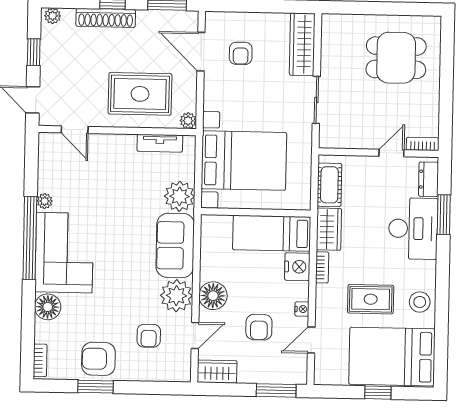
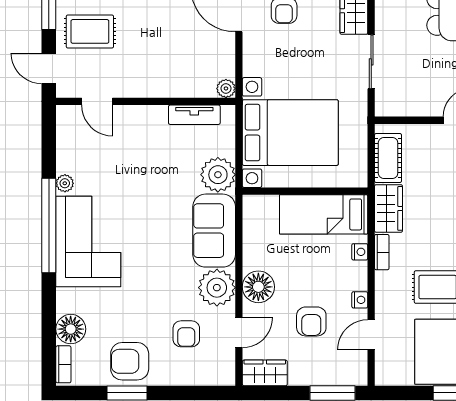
rug: (140, 94) -> (90, 31), moved, width x0.73, depth x0.70
nightstand: (297, 267) -> (360, 252), width x0.53, depth x0.56
floor lamp: (48, 307) -> (71, 329), moved

